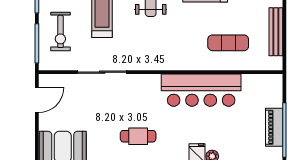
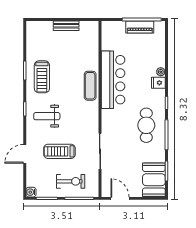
bench: (276, 32) -> (66, 26), width x0.73
exercise mat: (228, 43) -> (90, 86), moved
cafe table: (138, 136) -> (146, 125), width x1.37, depth x1.35

